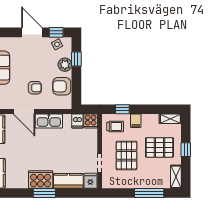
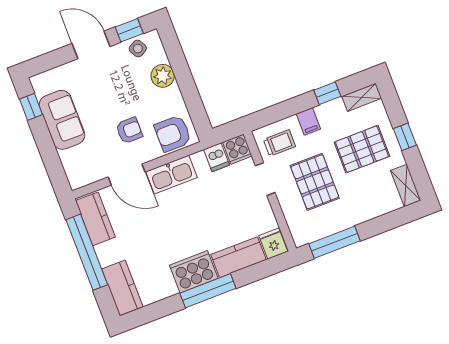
window: (76, 59) -> (177, 60), removed
armchair: (62, 86) -> (173, 133), moved
window: (122, 109) -> (327, 93), moved
doorway: (100, 163) -> (265, 179), moved
window: (44, 193) -> (208, 291), width x1.44
window: (149, 193) -> (334, 242), moved

